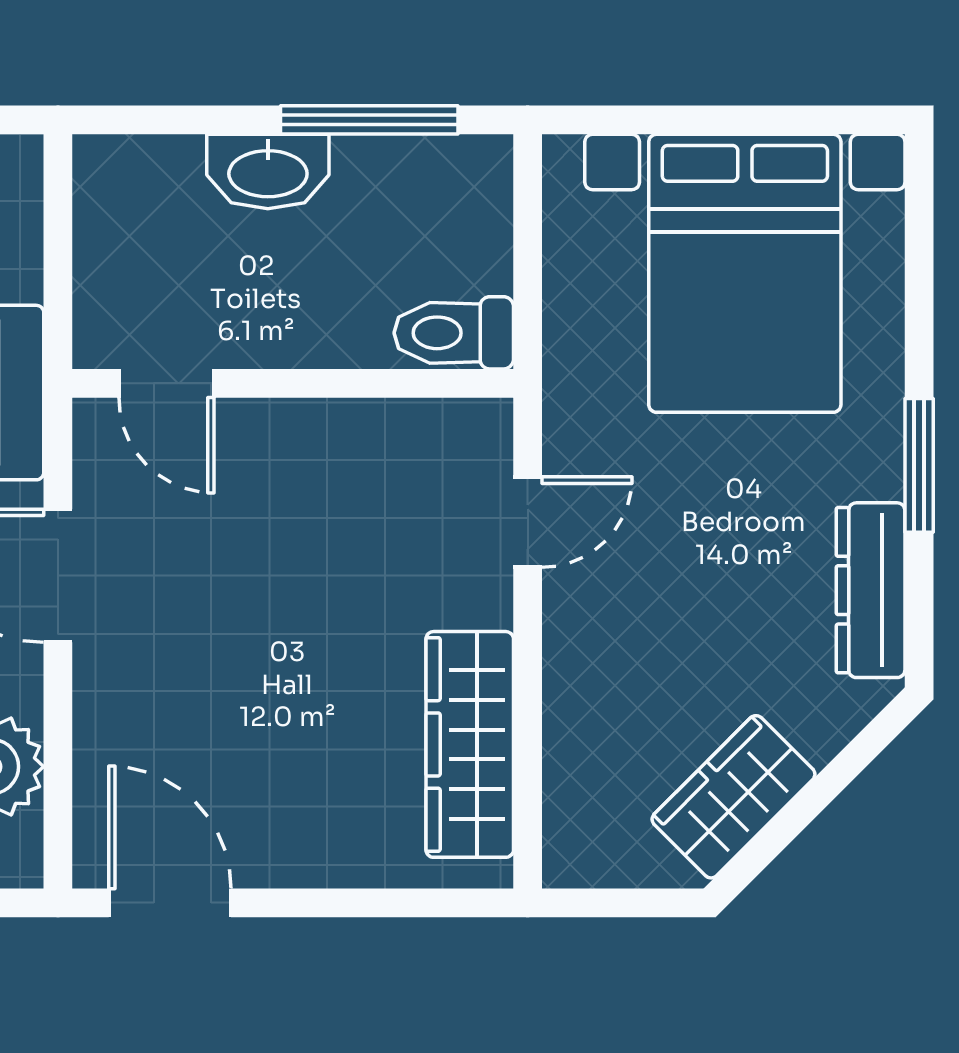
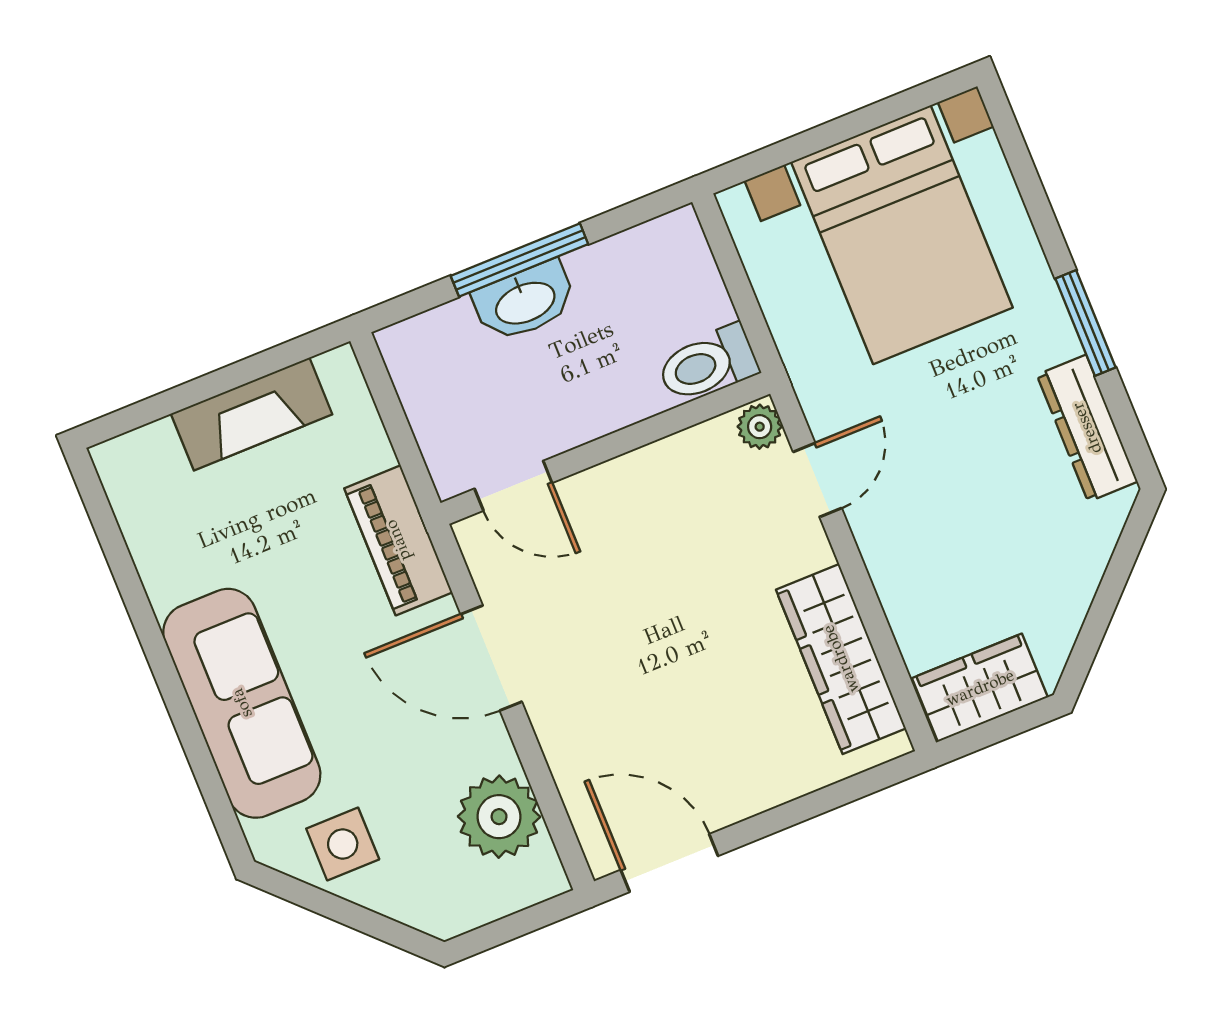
window: (369, 120) -> (519, 260), moved
plant: (485, 432) -> (760, 427), added
wardrobe: (734, 797) -> (980, 688), moved, turned 45

